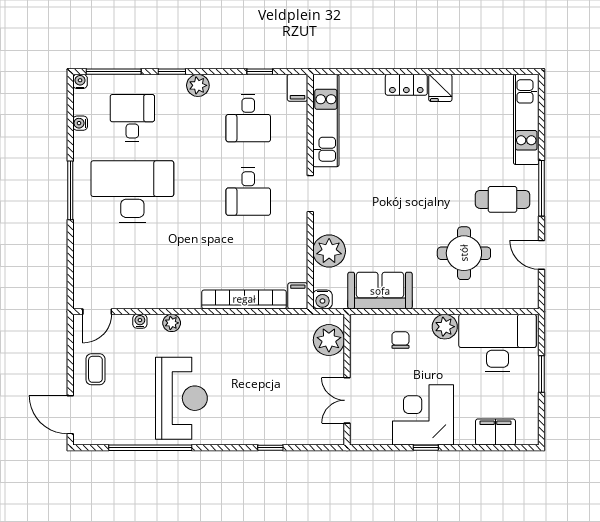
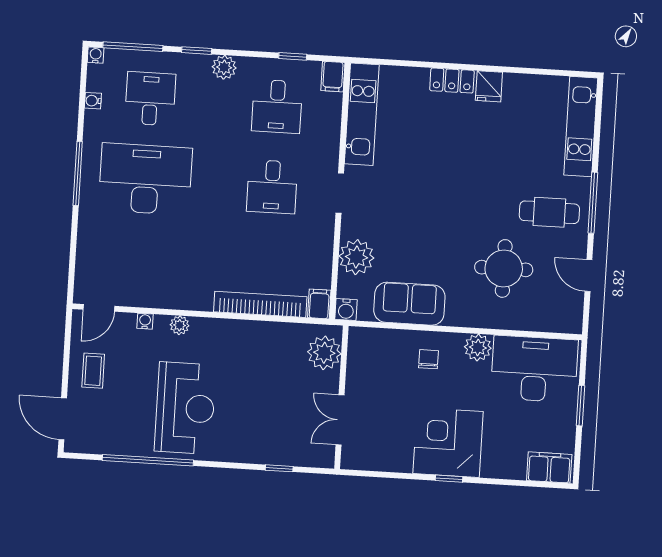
plant: (329, 340) -> (324, 353), moved
wall: (347, 380) -> (341, 397), moved
double door: (347, 400) -> (340, 420), moved
filing cabinet: (495, 432) -> (549, 467), moved

